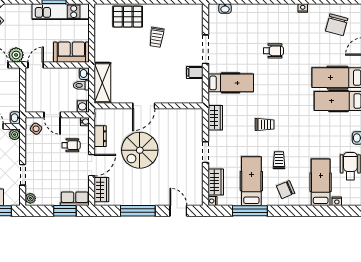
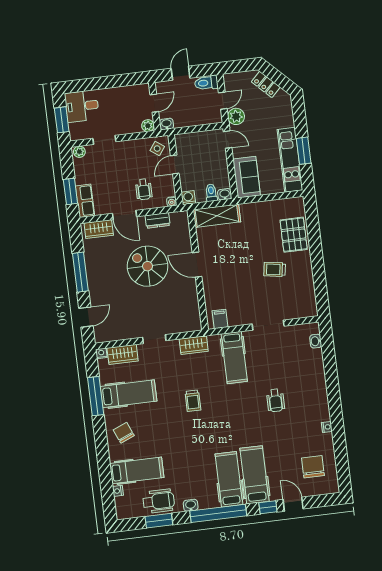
chair: (337, 25) -> (313, 467), turned 75
filing cabinet: (195, 72) -> (220, 319), moved
trolley: (279, 160) -> (155, 421), removed

